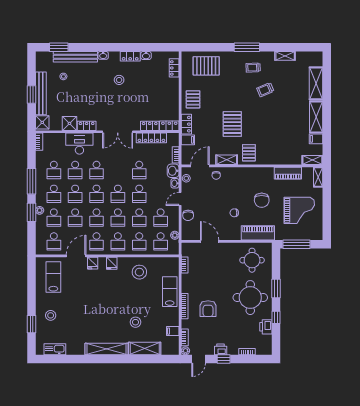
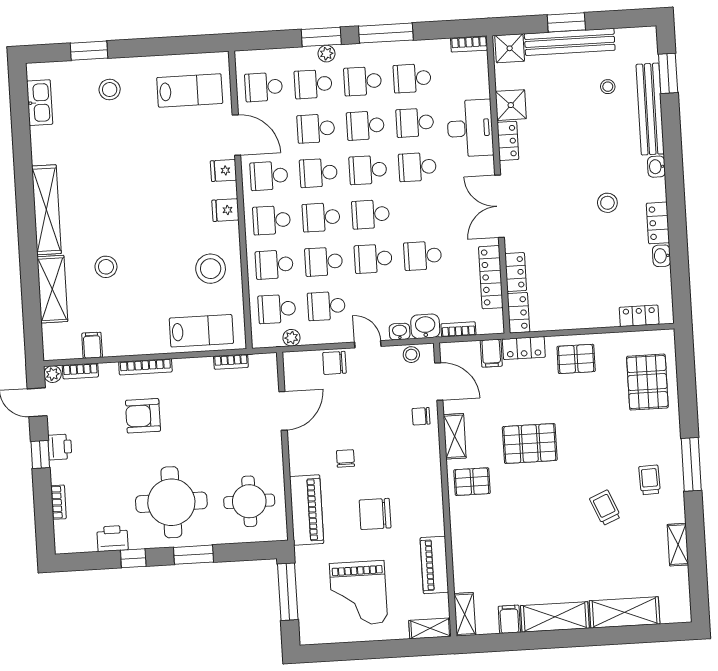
lab bench: (170, 292) -> (201, 331), moved

